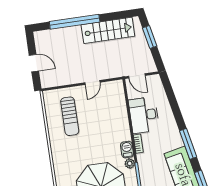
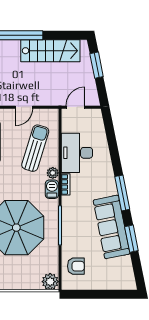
door: (137, 76) -> (75, 107), swing flipped
sun lounger: (107, 116) -> (35, 148), added
plant: (130, 164) -> (53, 173), moved

